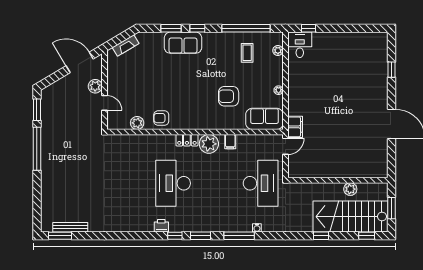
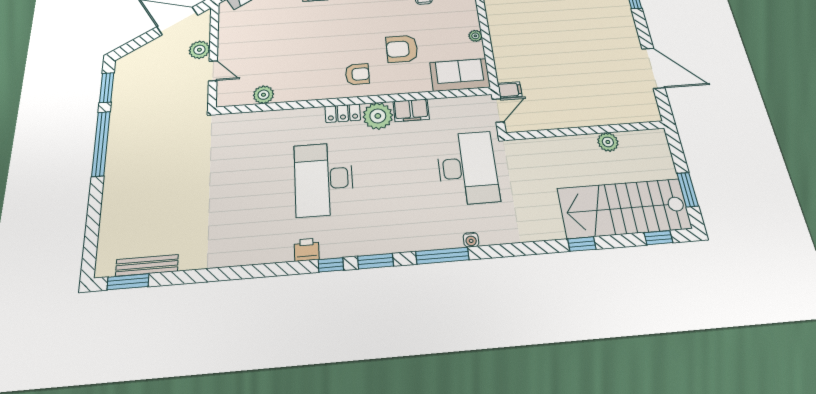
armchair: (161, 118) -> (357, 74), moved, turned 180
filing cabinet: (295, 127) -> (510, 90), width x0.50
filing cabinet: (230, 142) -> (411, 110), width x2.00
wall: (338, 180) -> (585, 130), moved
plant: (350, 189) -> (608, 142), moved

